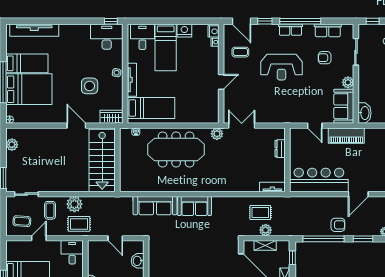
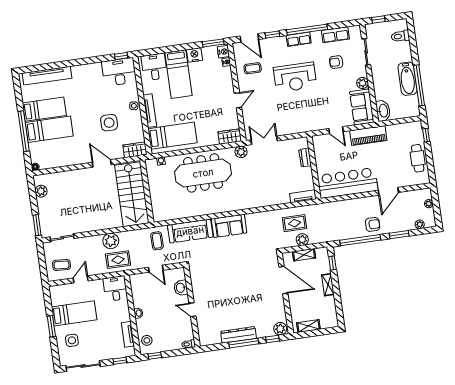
window: (205, 21) -> (213, 43), added
bed: (29, 89) -> (49, 129), width x0.67
wardrobe: (208, 117) -> (230, 137), added
coffee table: (50, 210) -> (157, 241), moved

